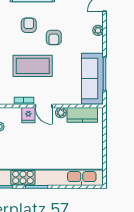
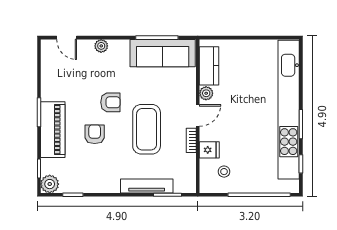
armchair: (29, 25) -> (95, 134), turned 90
fridge: (28, 115) -> (209, 150), moved

